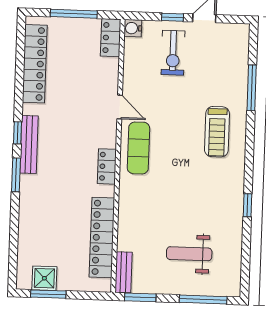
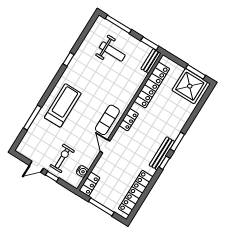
water cooler: (133, 28) -> (82, 171), moved
treadmill: (217, 132) -> (63, 105), width x1.37, depth x1.38
shower: (44, 278) -> (190, 86), width x1.86, depth x1.86

